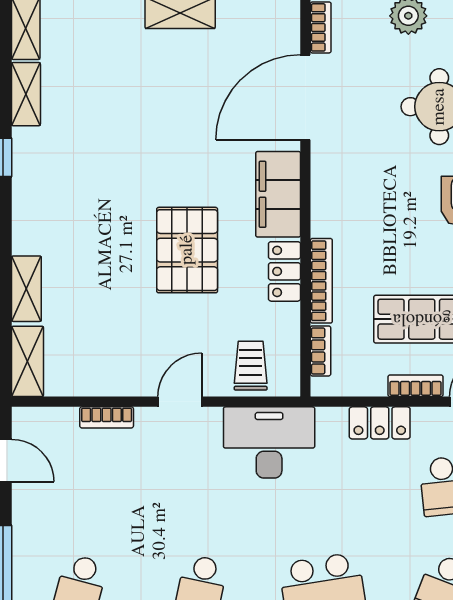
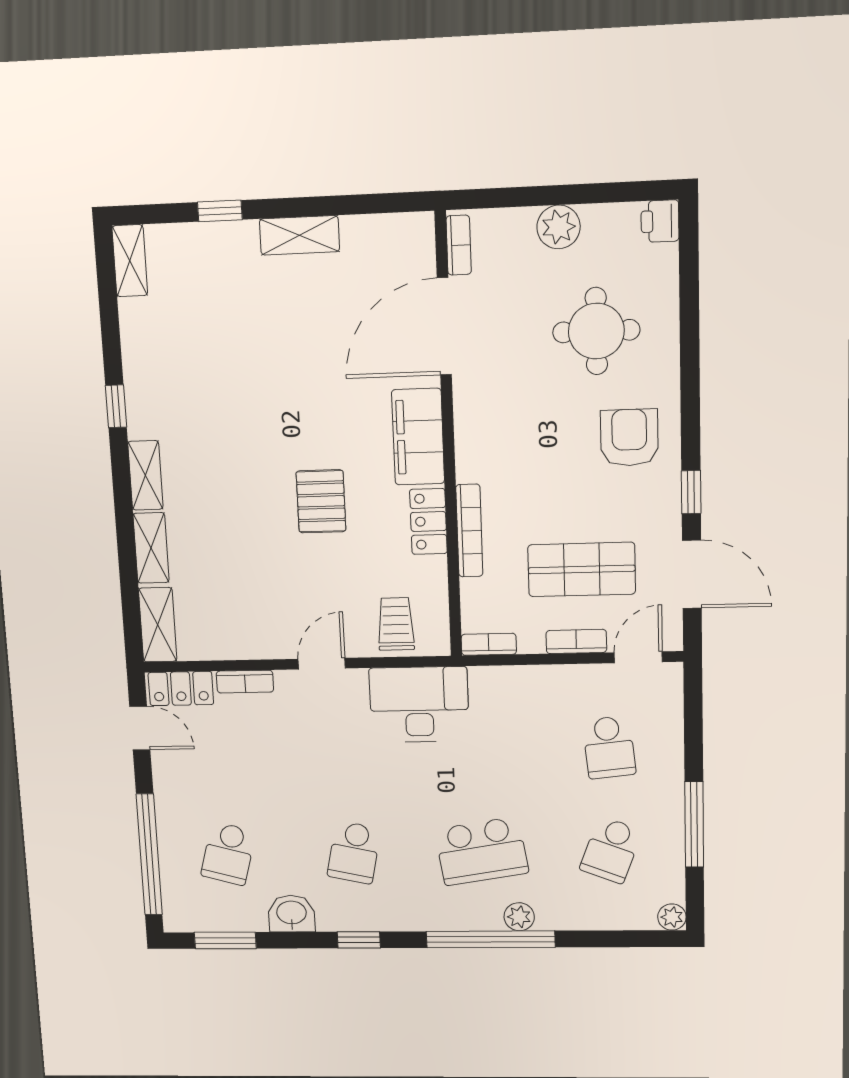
shelving: (26, 94) -> (145, 475), moved
pallet: (187, 250) -> (321, 501), width x0.67, depth x0.71
bookcase: (321, 351) -> (489, 644), moved, turned -90
locker: (380, 423) -> (181, 689), moved

